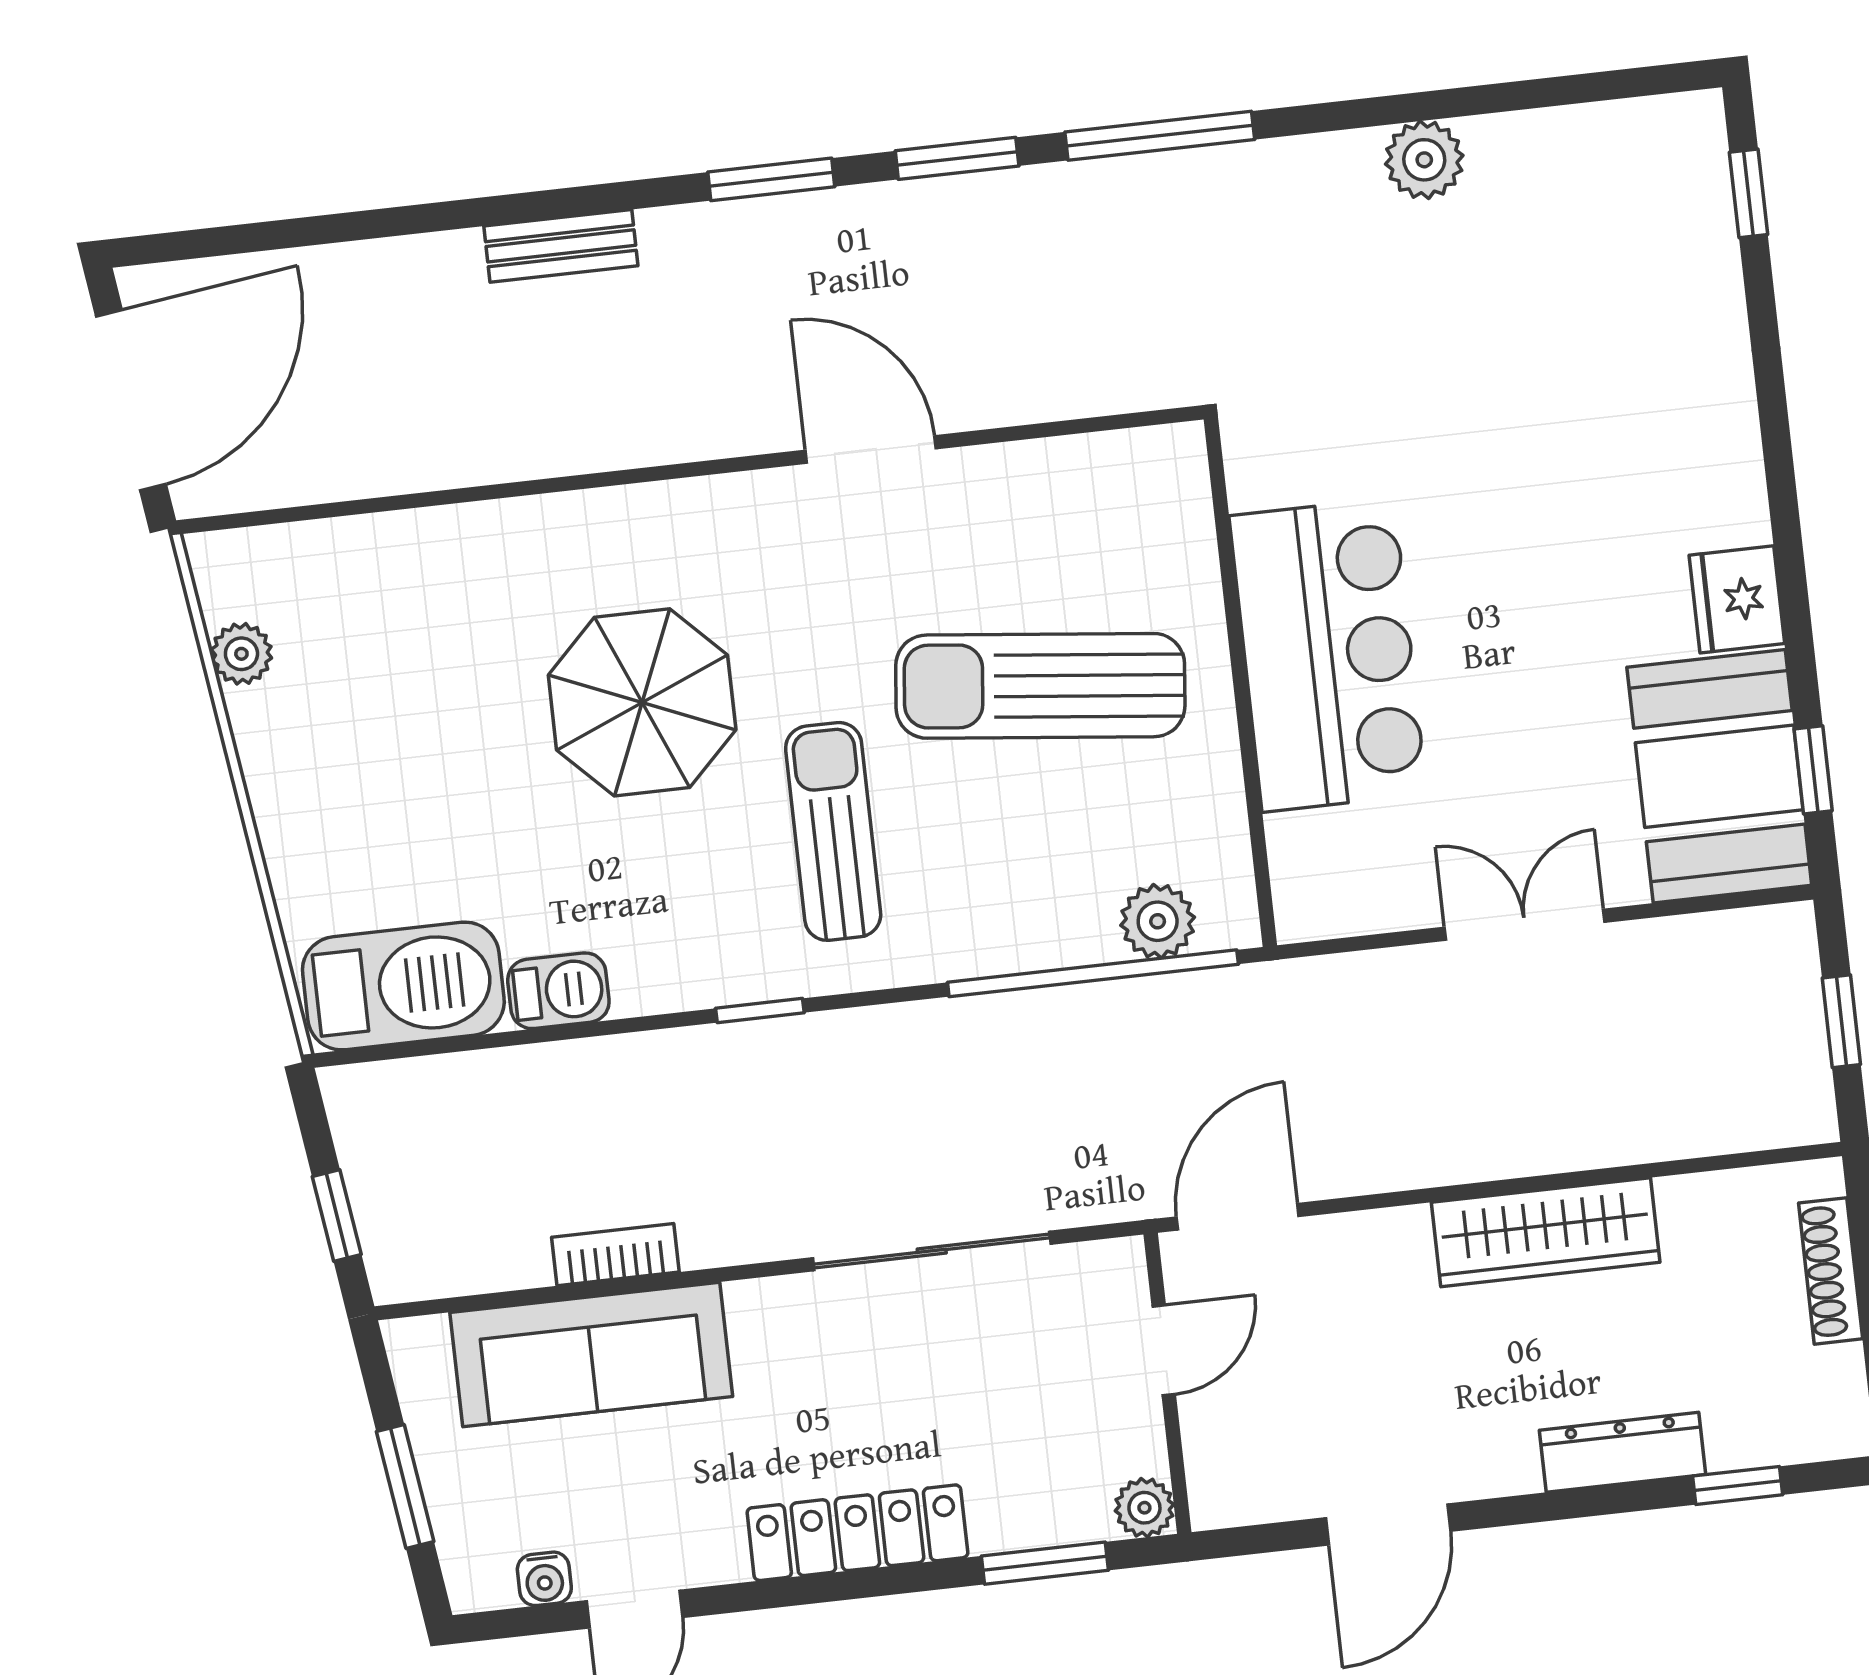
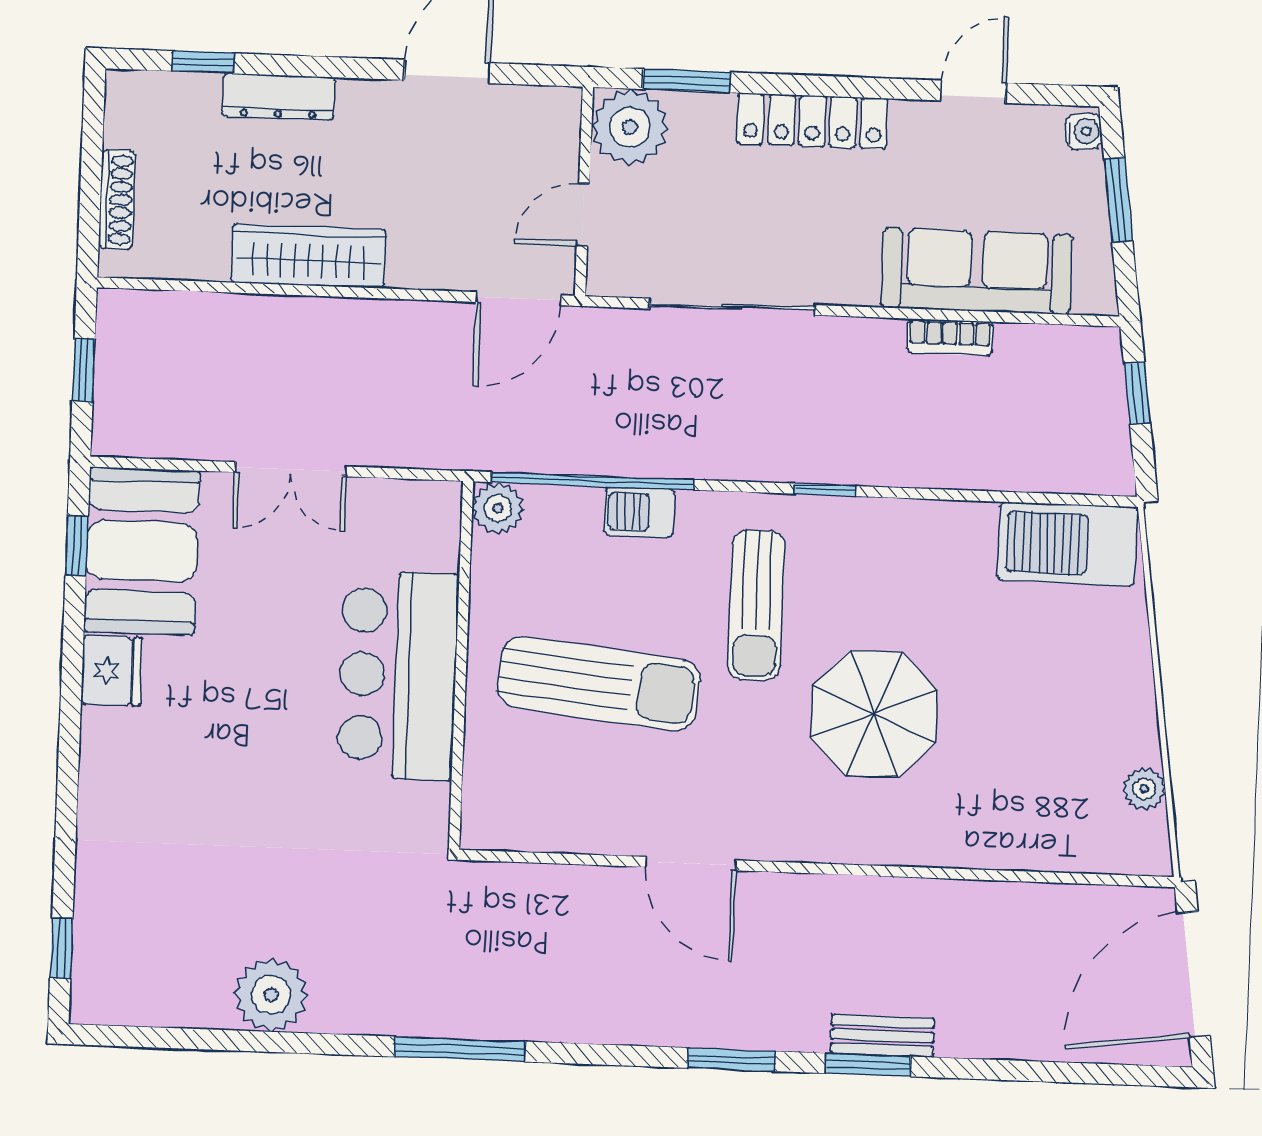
window: (957, 158) -> (868, 1065), moved
plant: (1424, 160) -> (271, 995), width x1.36, depth x1.36
plant: (1158, 921) -> (498, 508), moved
barbecue: (558, 991) -> (639, 512), moved
plant: (1144, 1508) -> (630, 127), width x1.88, depth x1.88
water cooler: (544, 1579) -> (1084, 131), moved, turned 82

